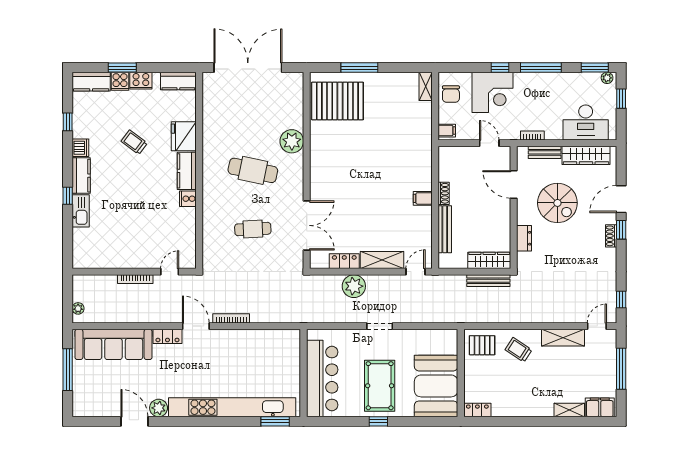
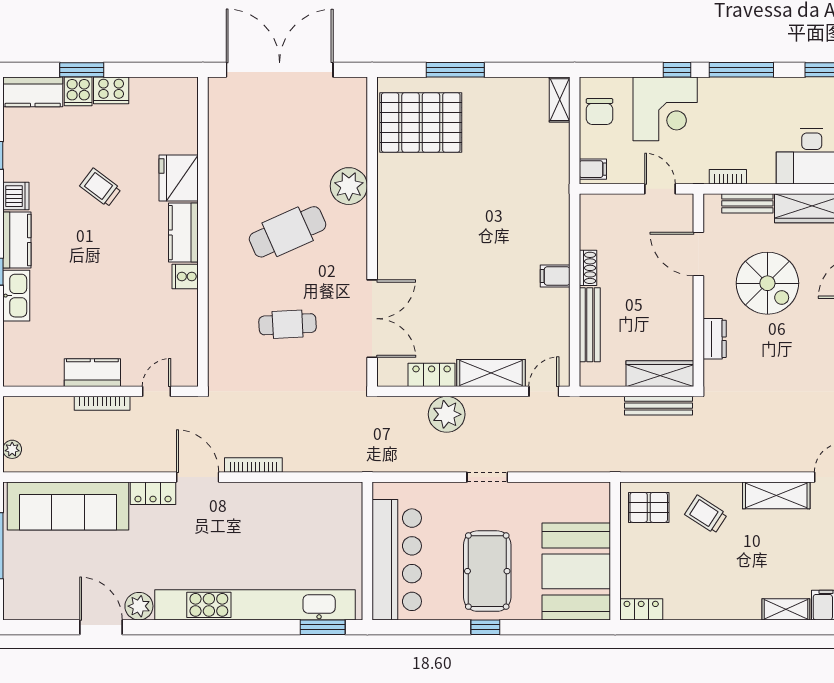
kitchen counter: (178, 81) -> (92, 373), moved, turned 180
cafe table: (253, 170) -> (288, 232), turned -36

